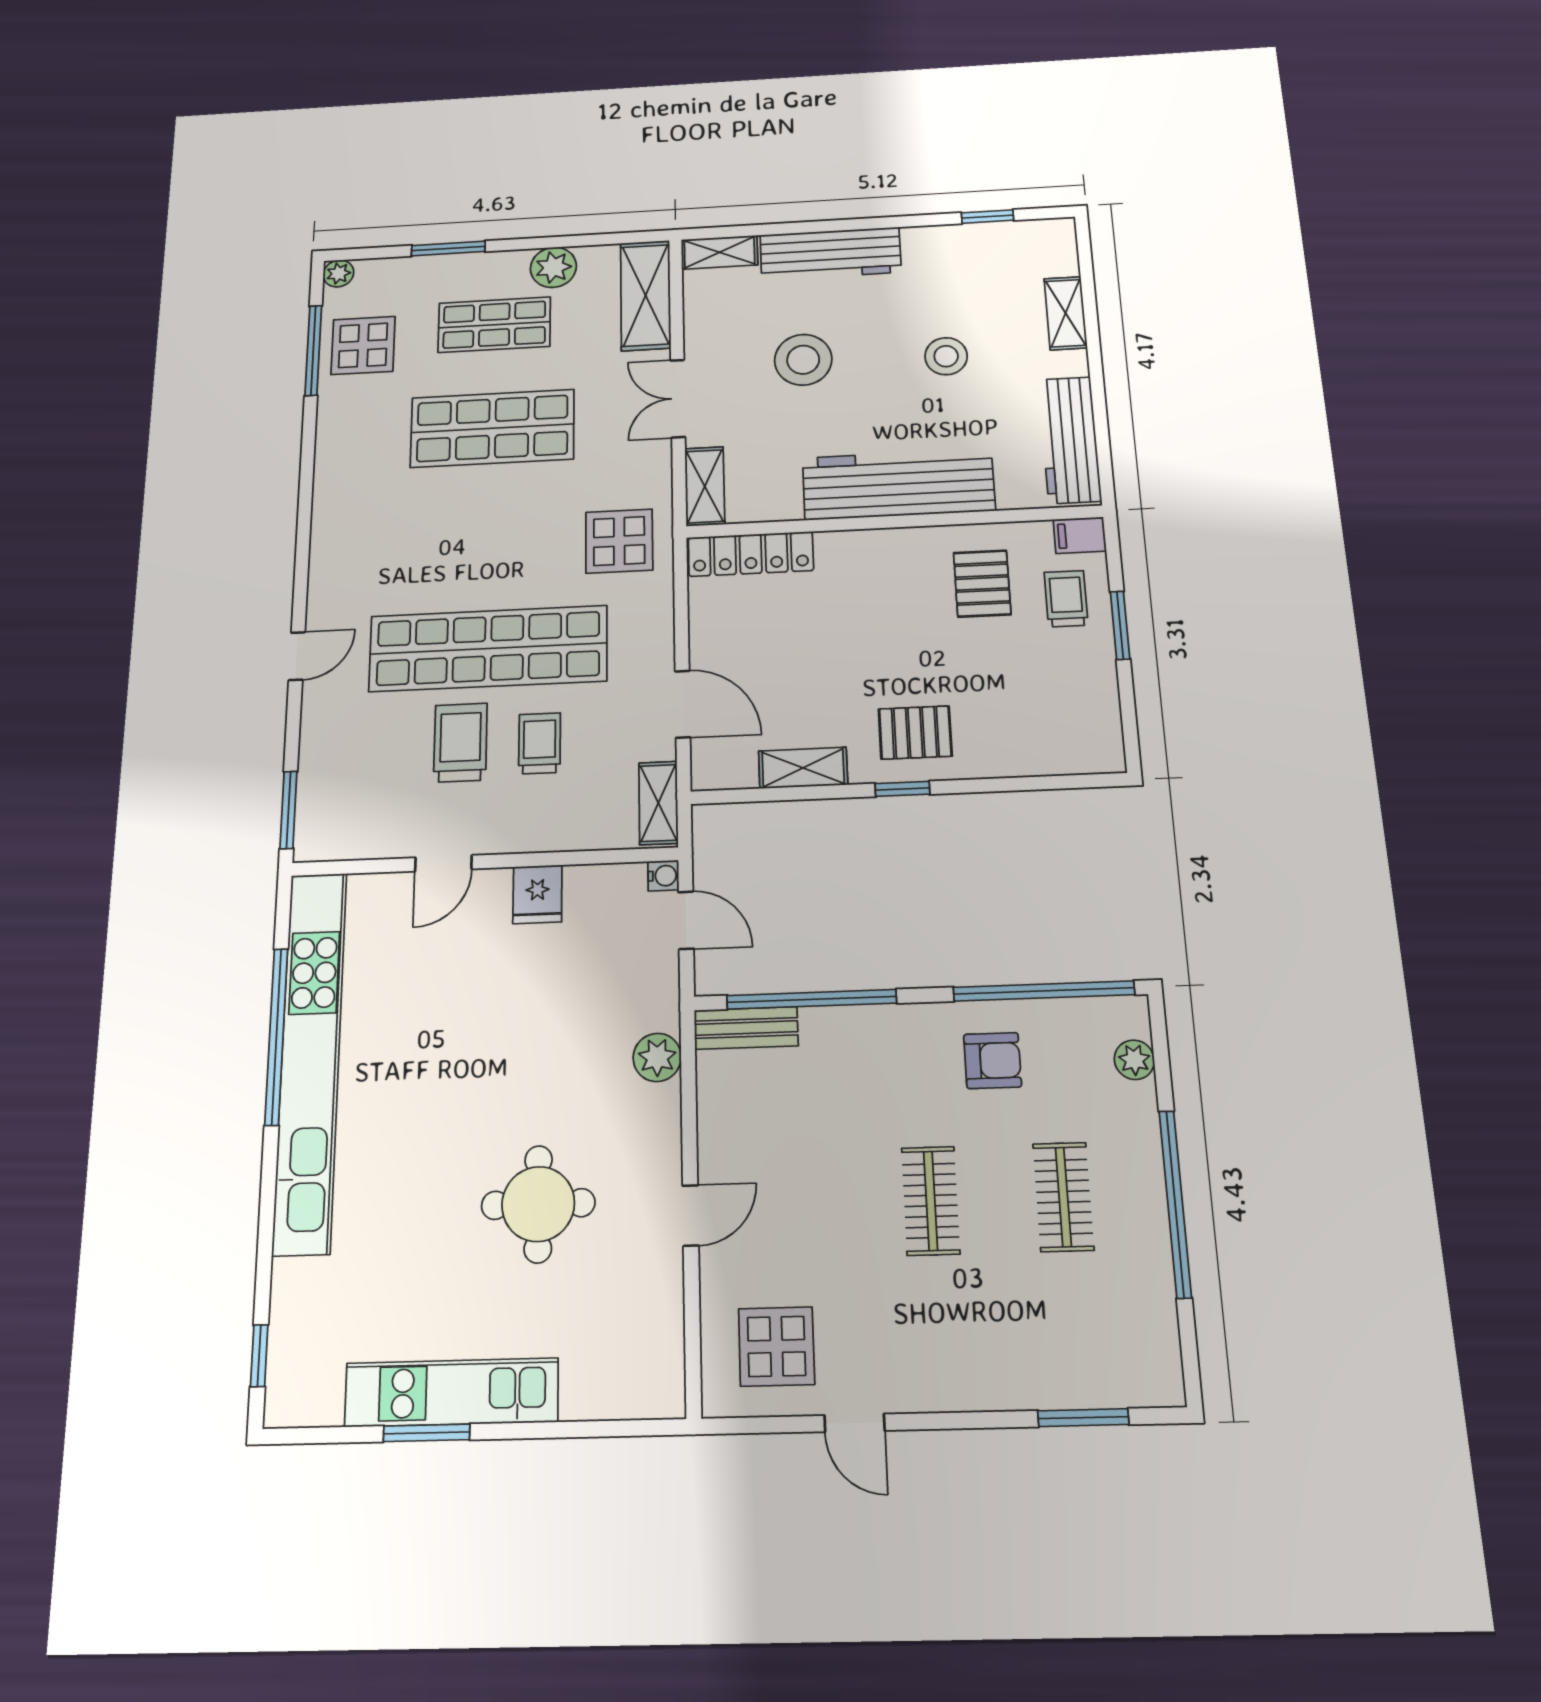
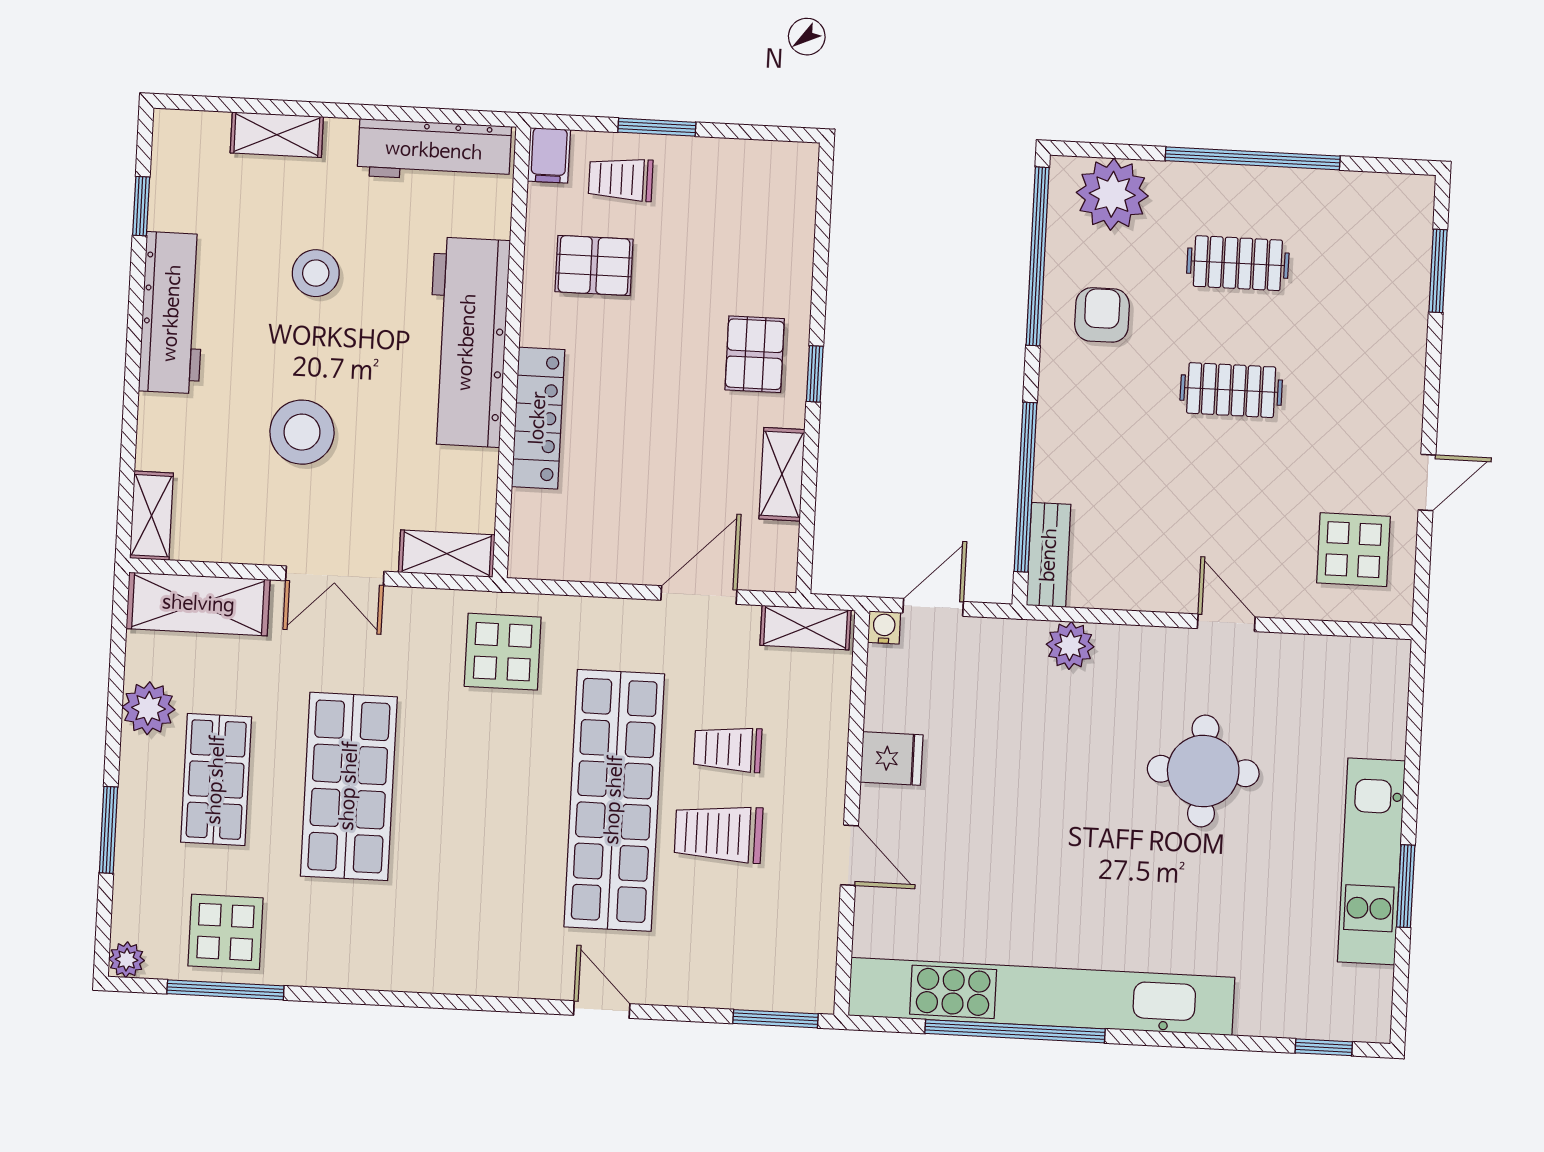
workbench: (830, 254) -> (172, 313), moved
locker: (751, 554) -> (538, 418), moved
plant: (1134, 1060) -> (1112, 194), width x1.87, depth x1.87

